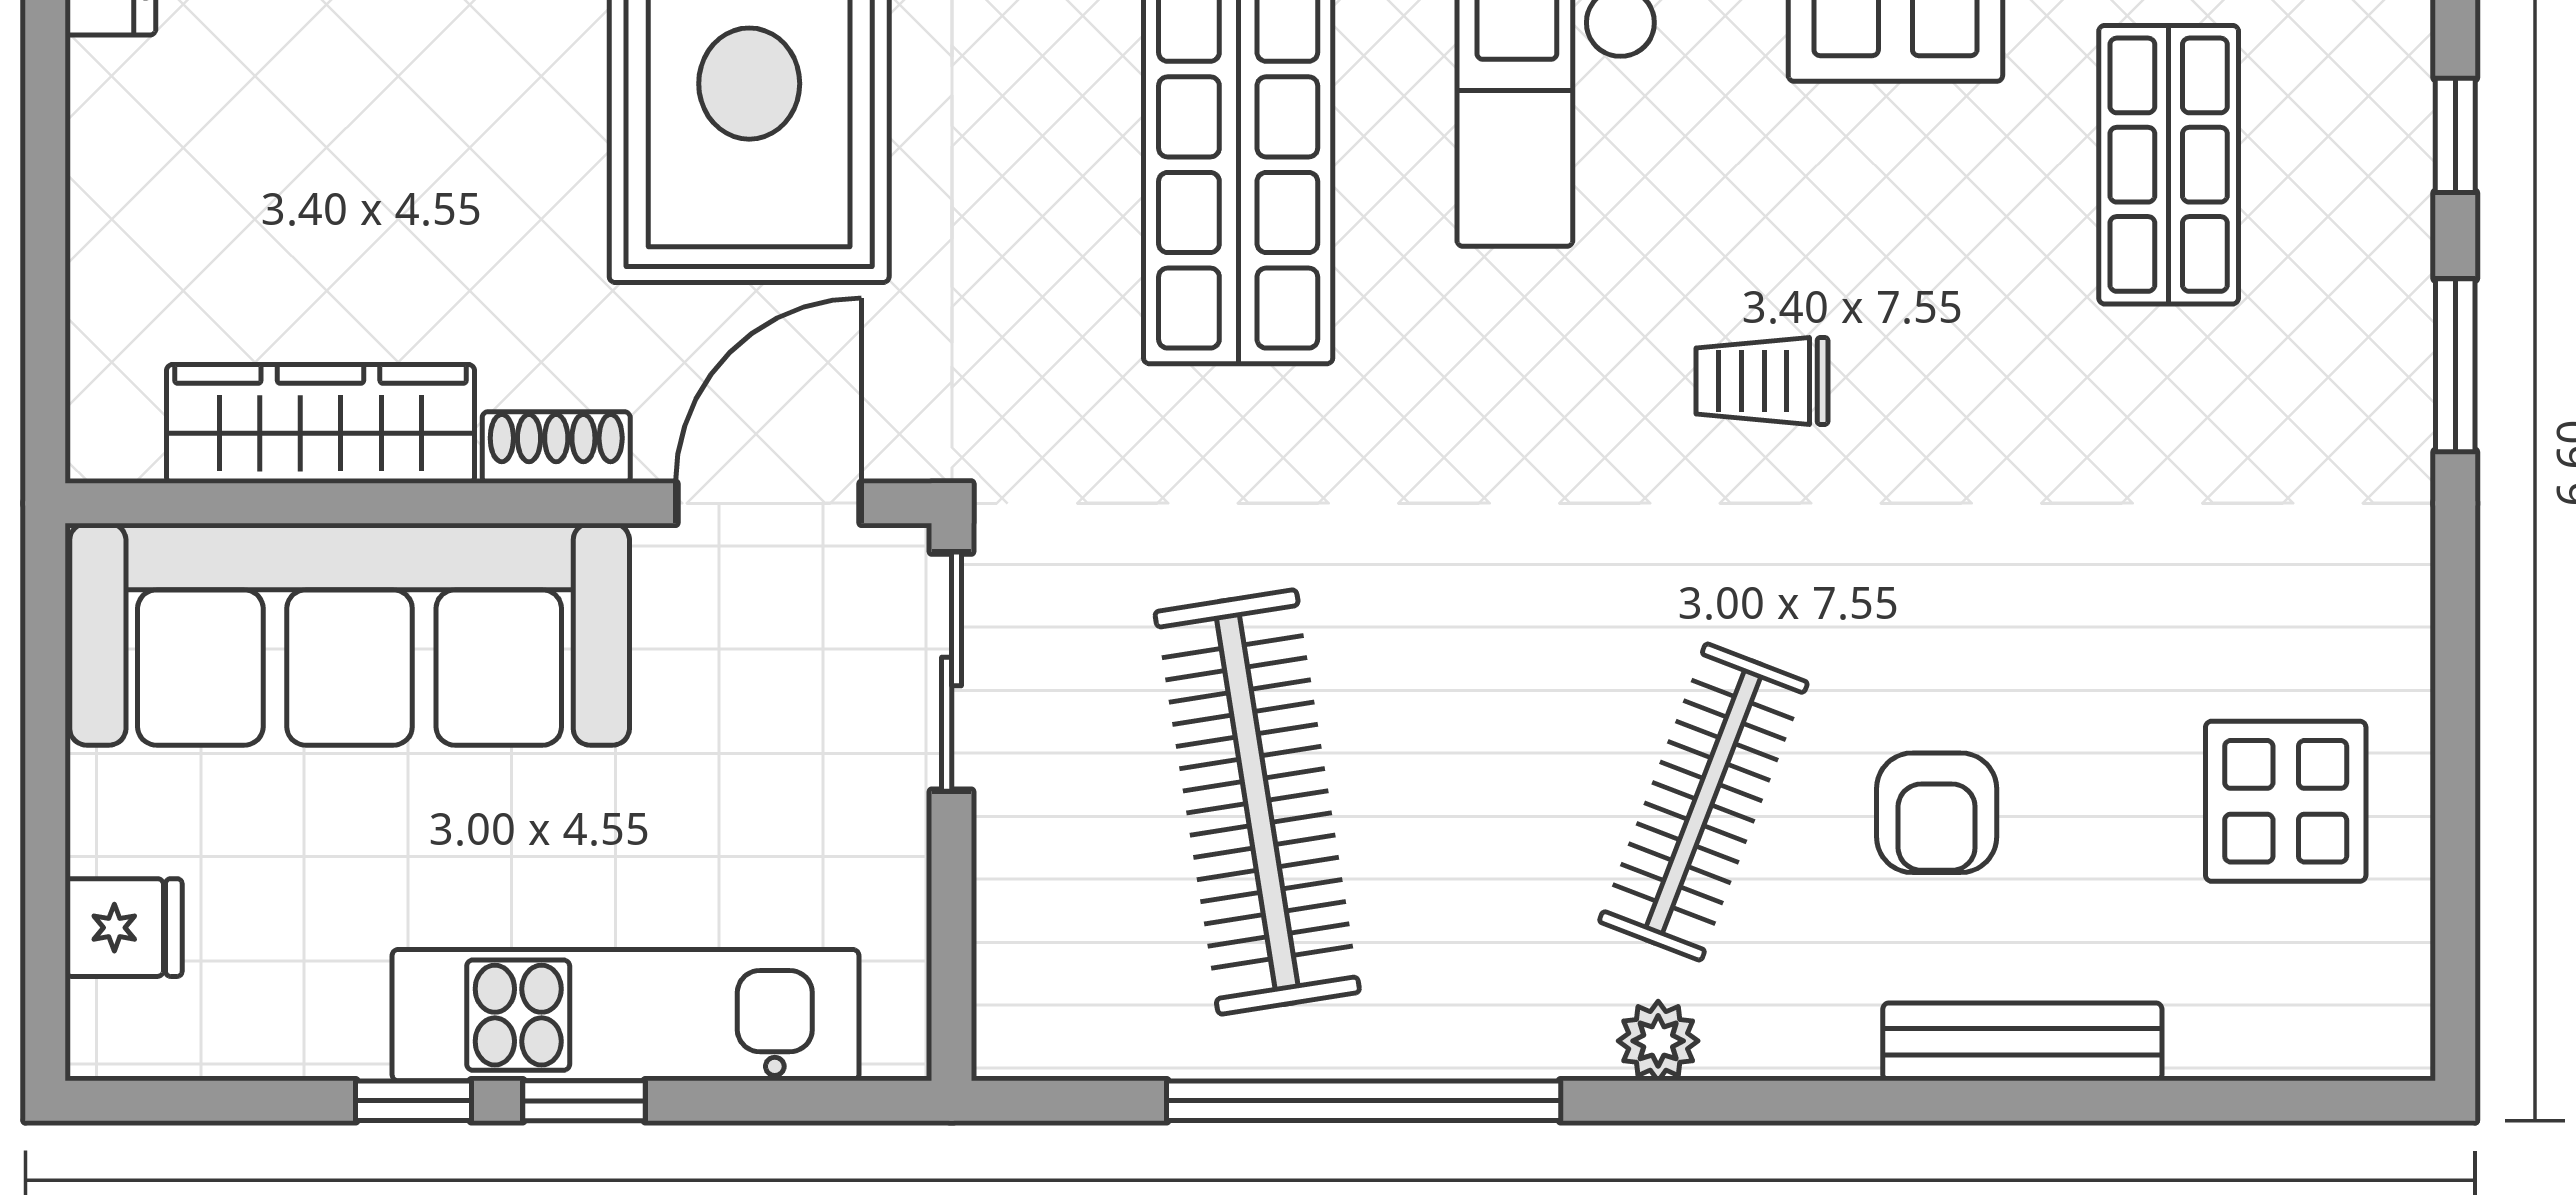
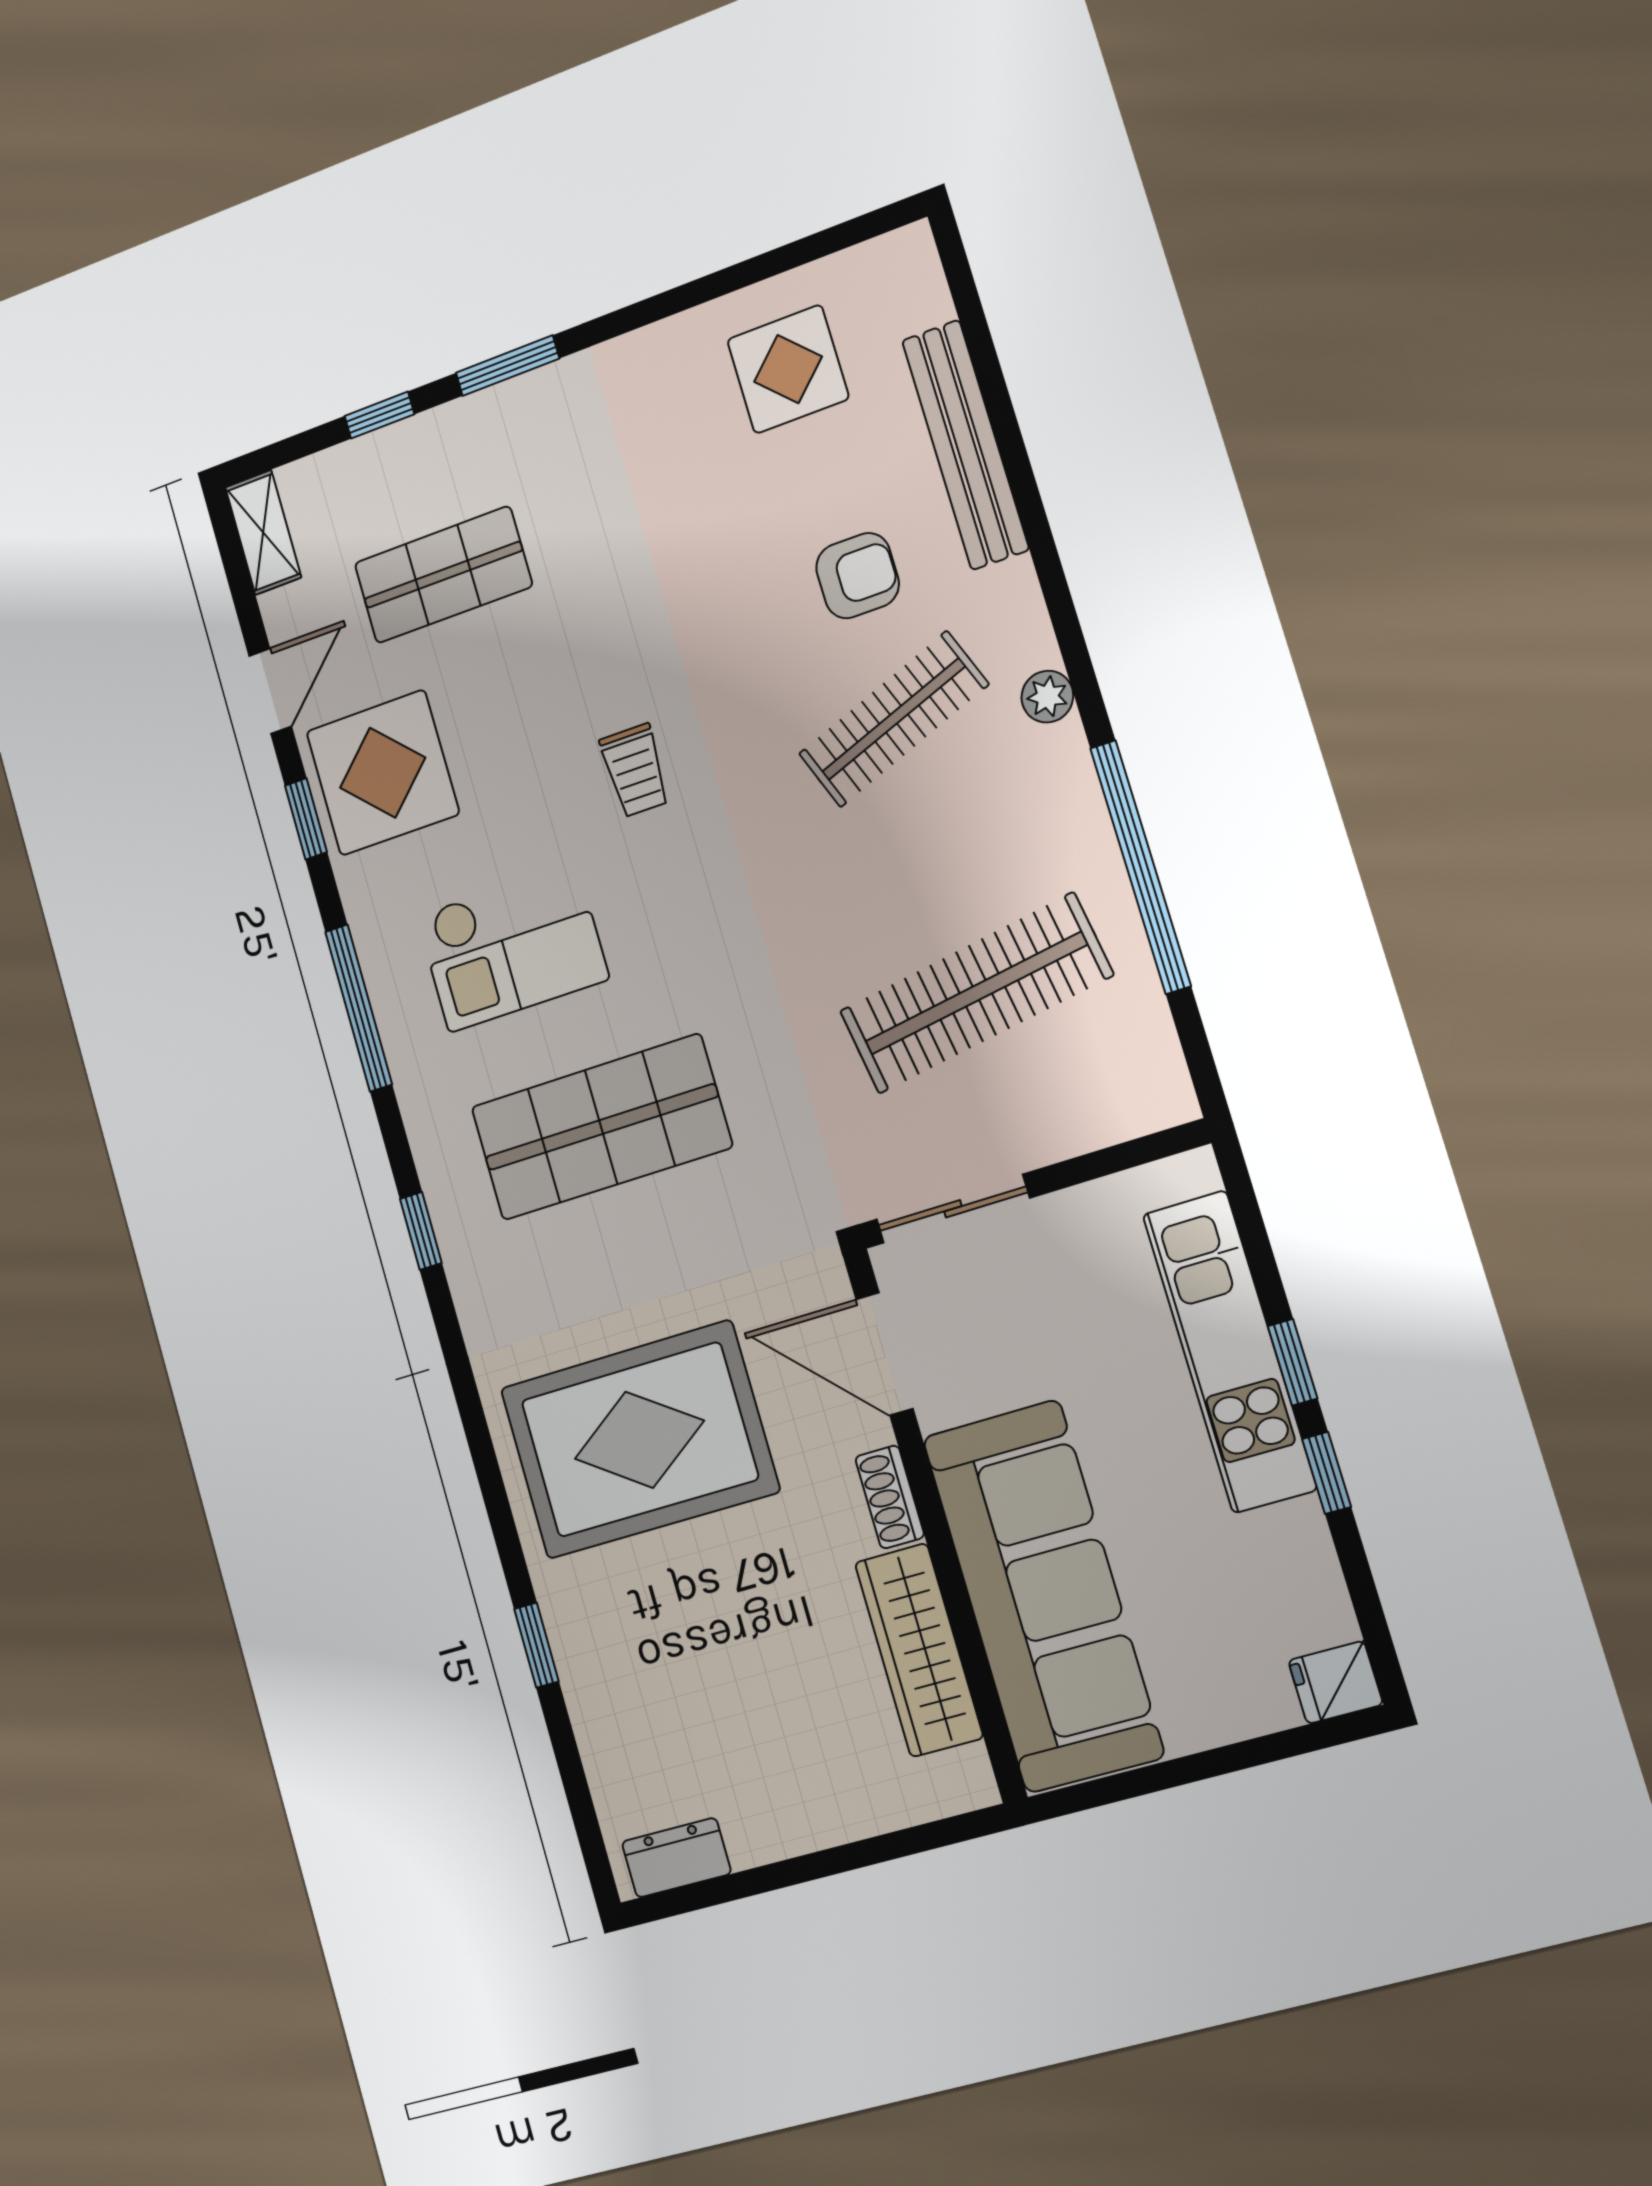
clothes rail: (1703, 802) -> (894, 719), turned -42
fridge: (124, 928) -> (1336, 1682), moved, turned -90
bench: (2022, 1042) -> (965, 445), width x1.37, depth x1.21

